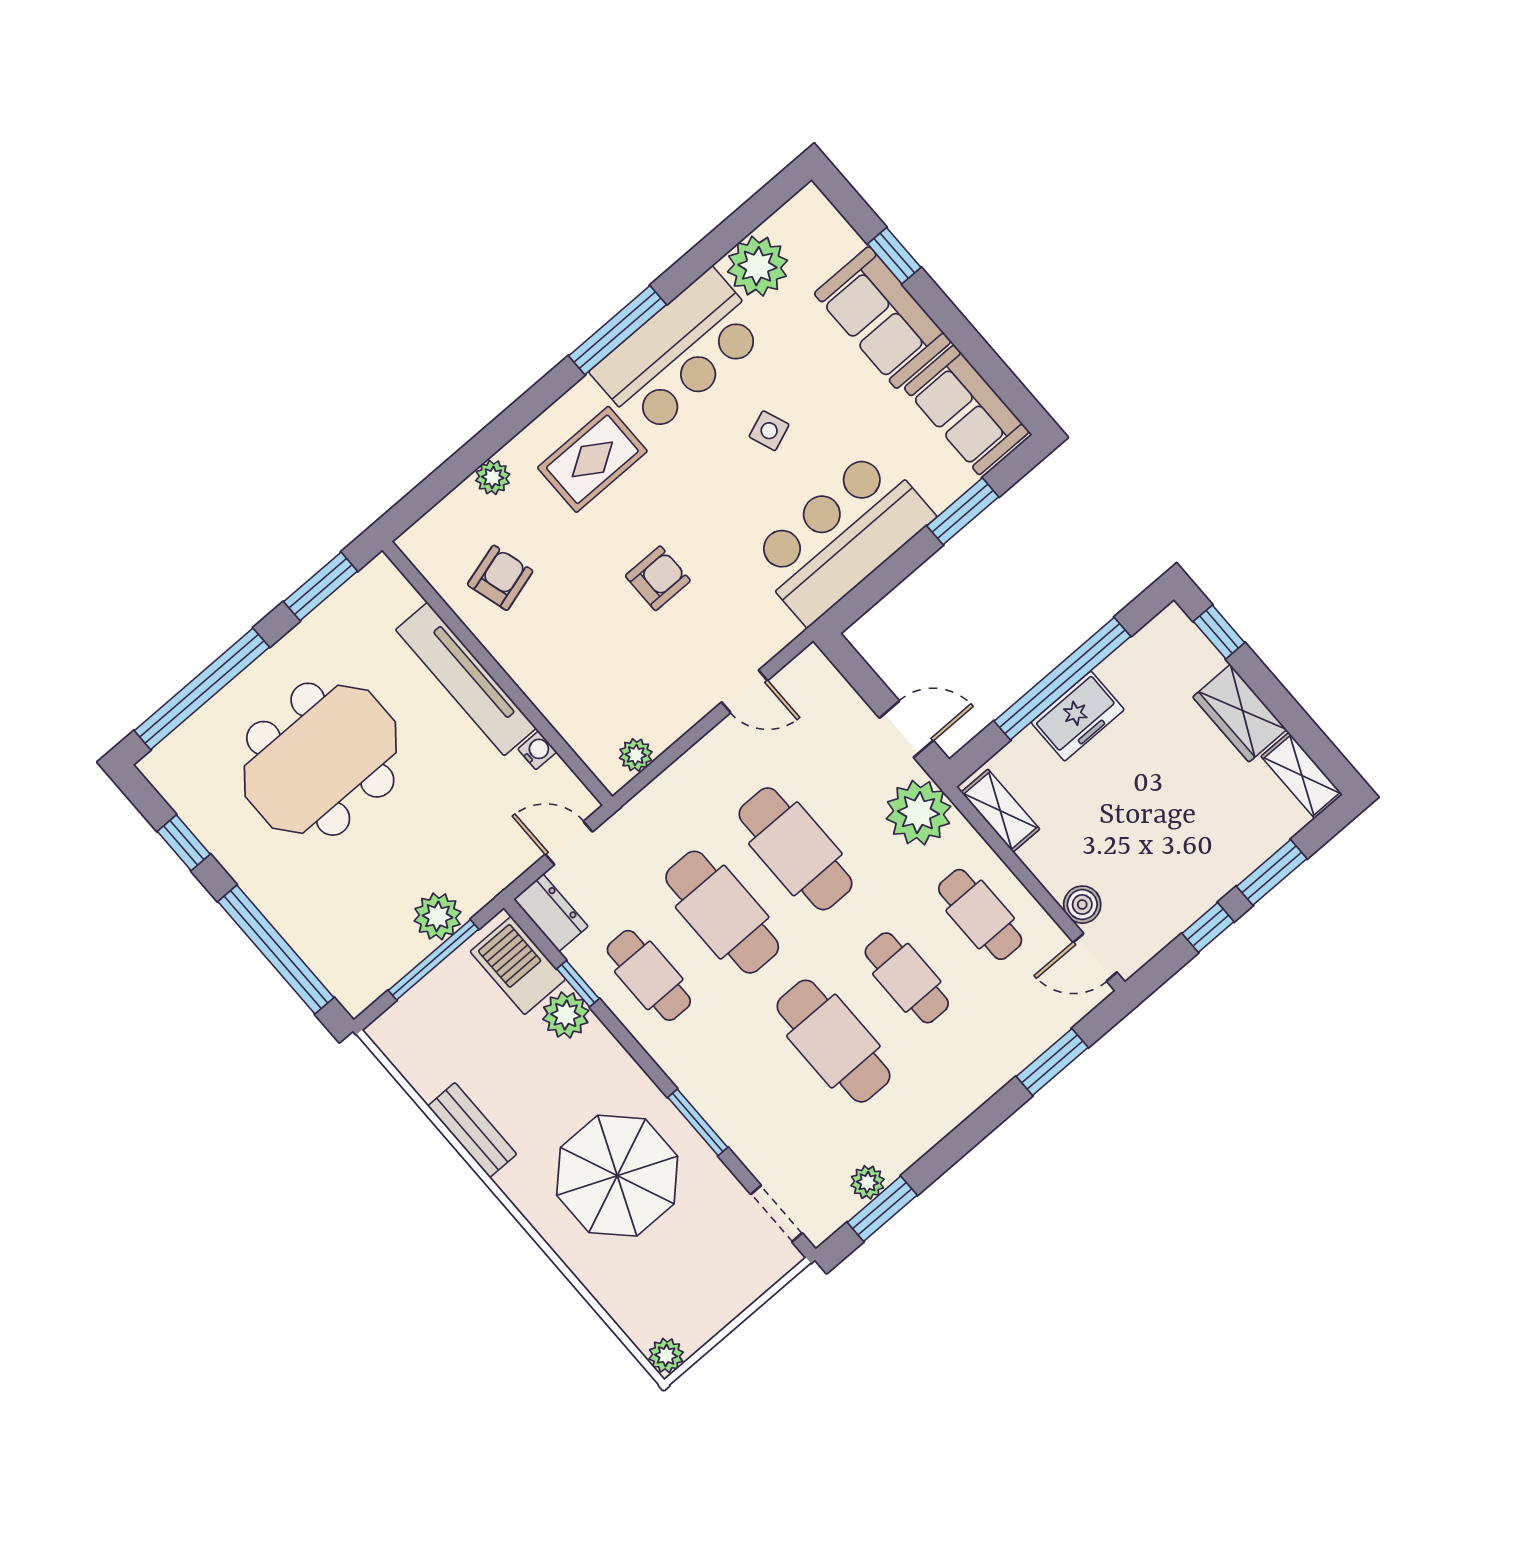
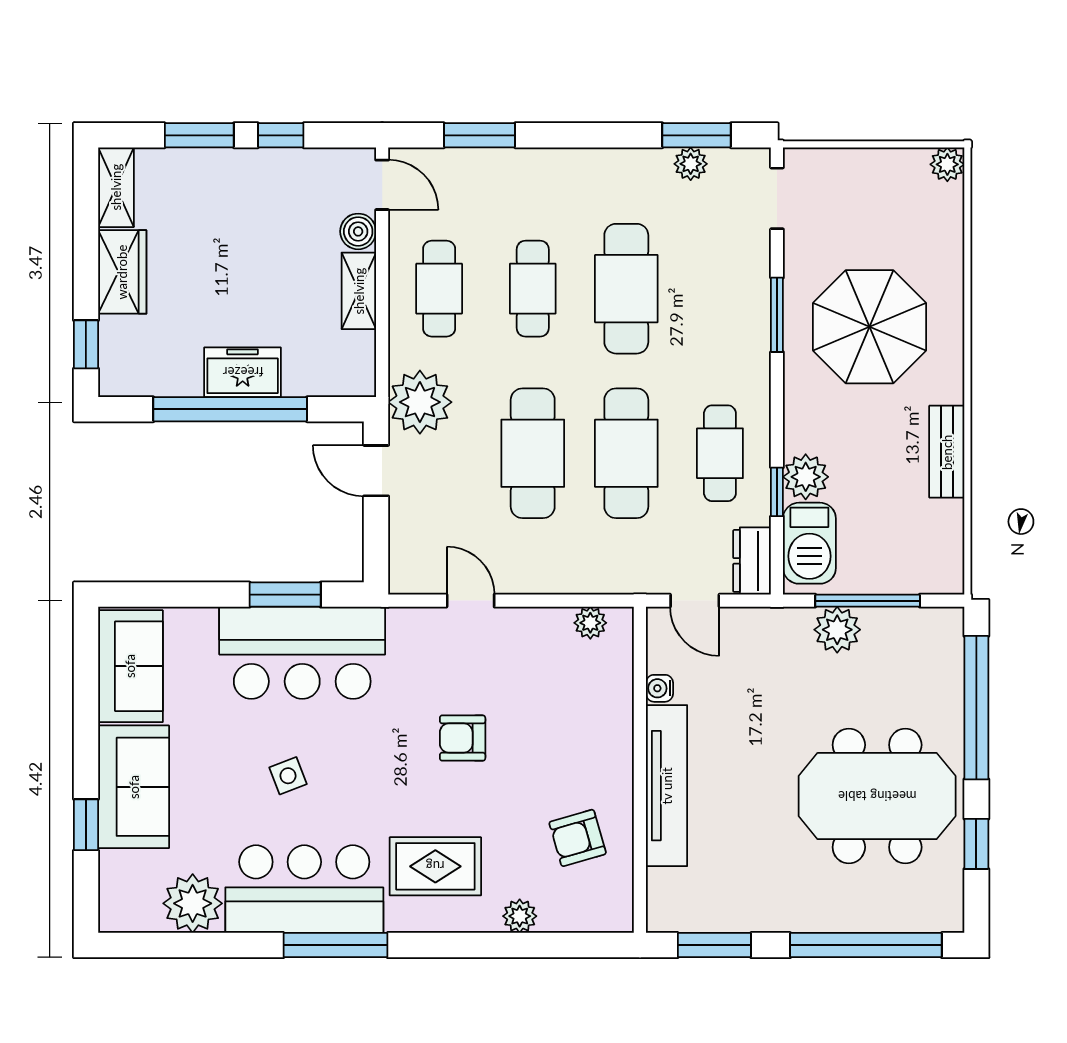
window: (963, 511) -> (285, 595), moved
meeting table: (320, 759) -> (877, 796), moved
shelving: (1000, 811) -> (359, 291), moved

